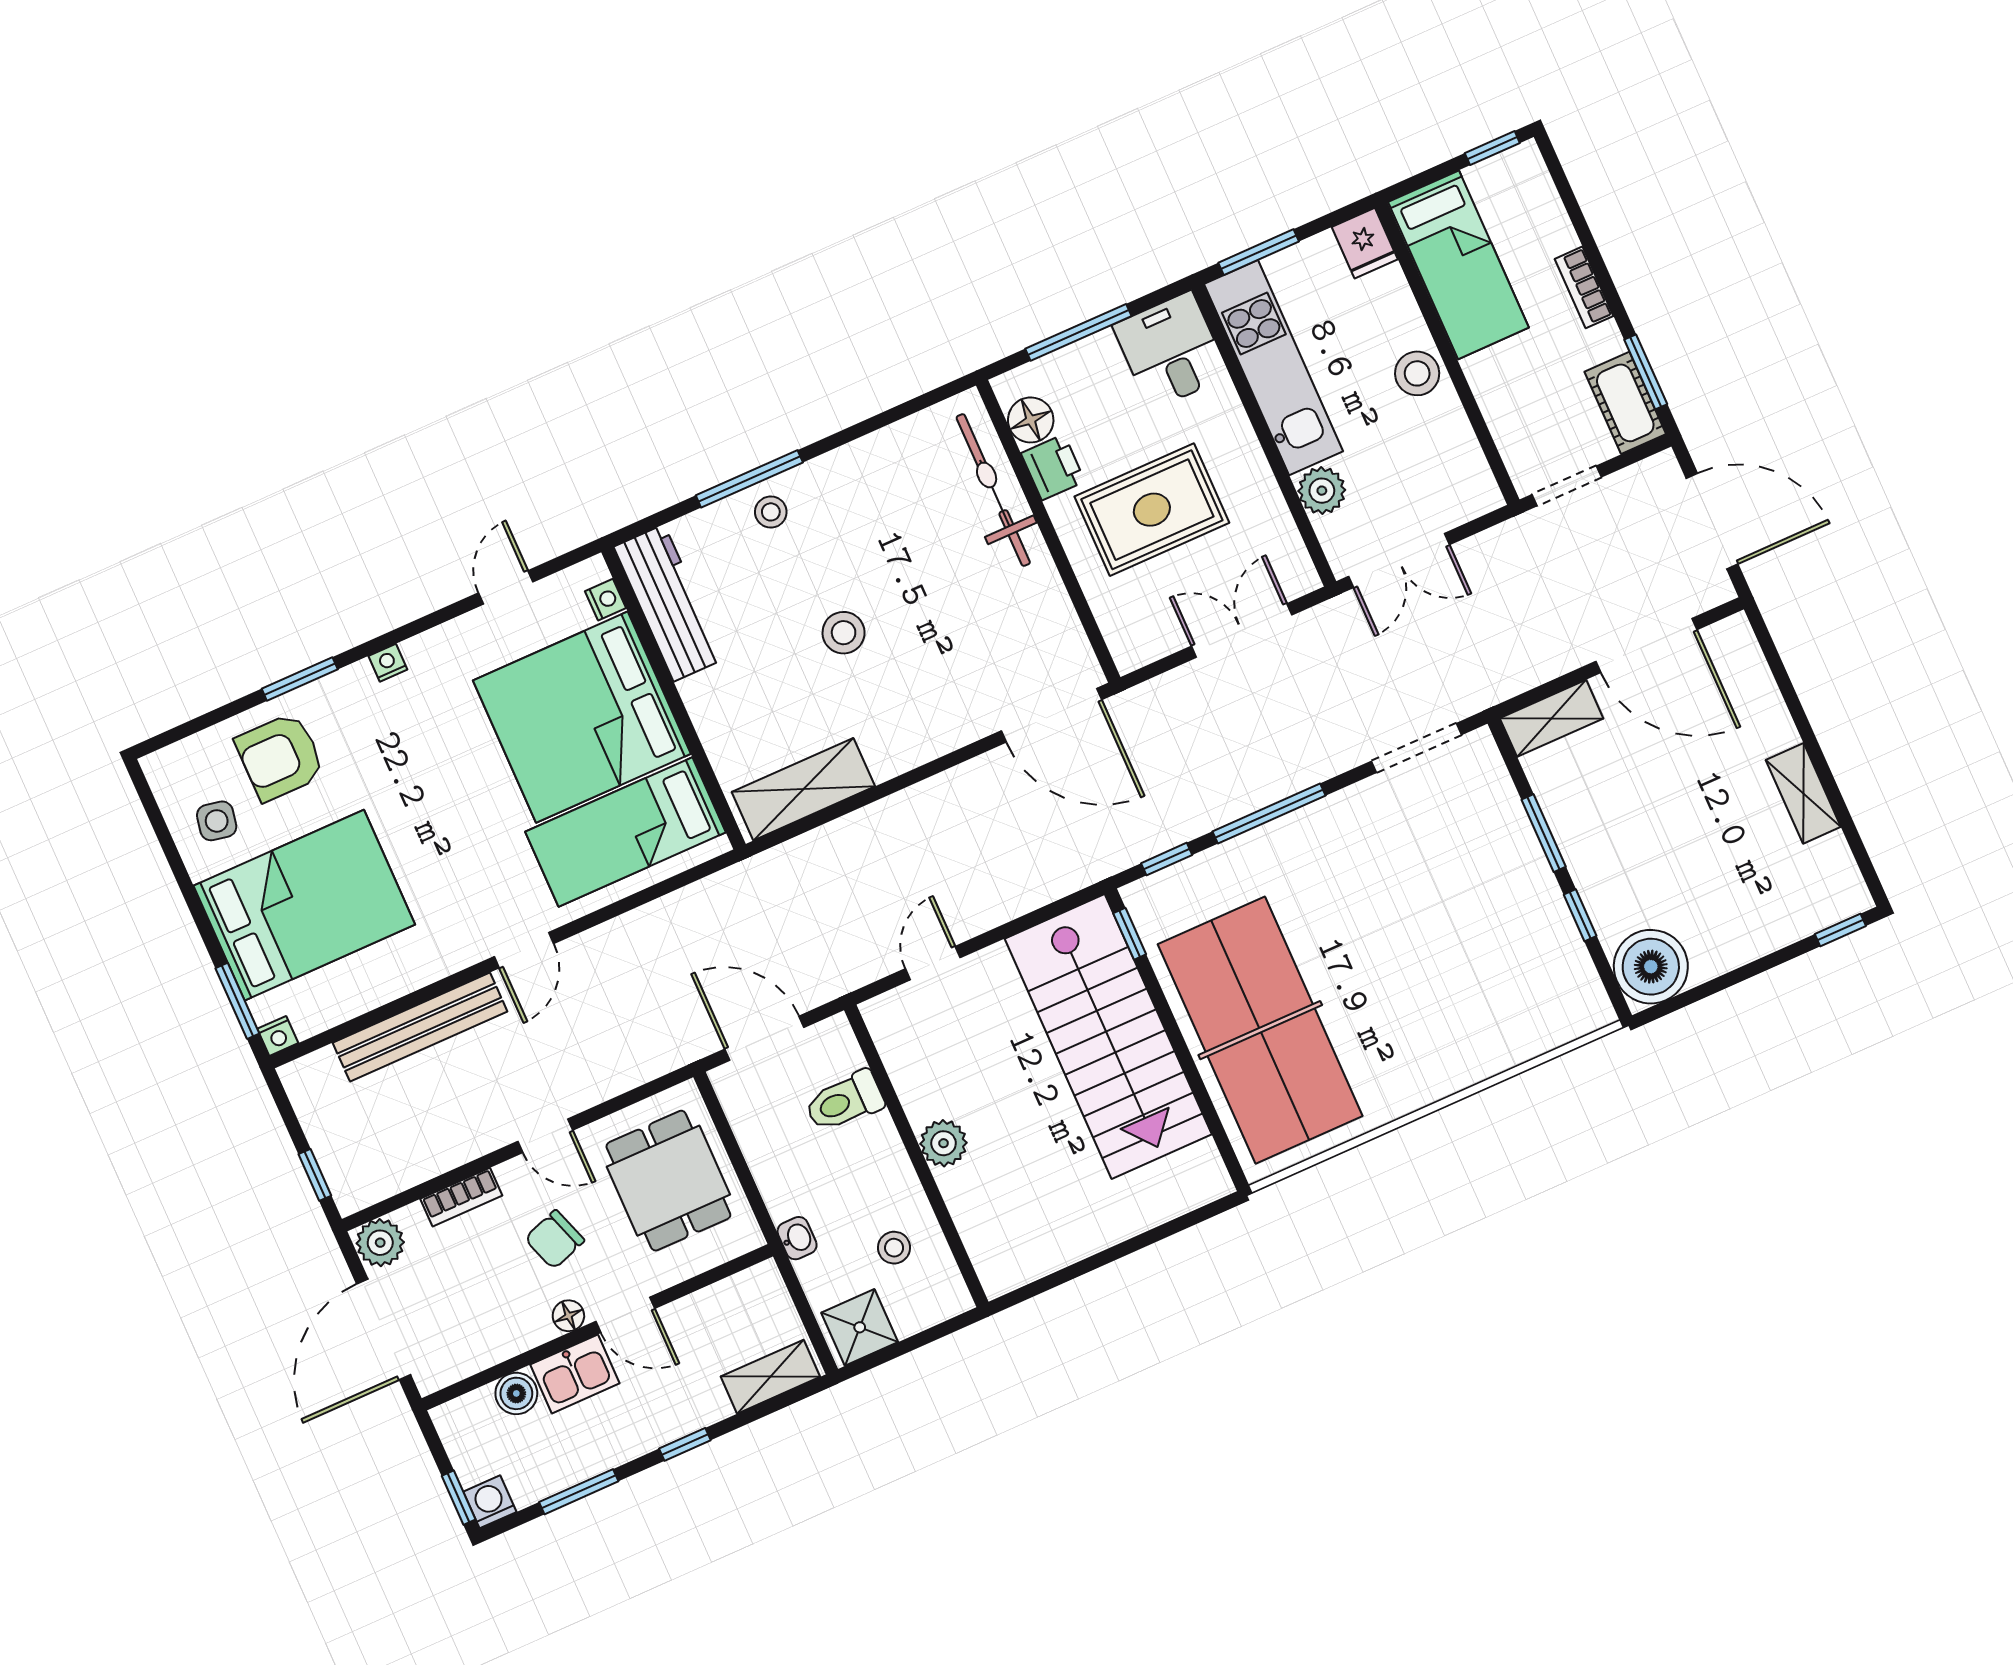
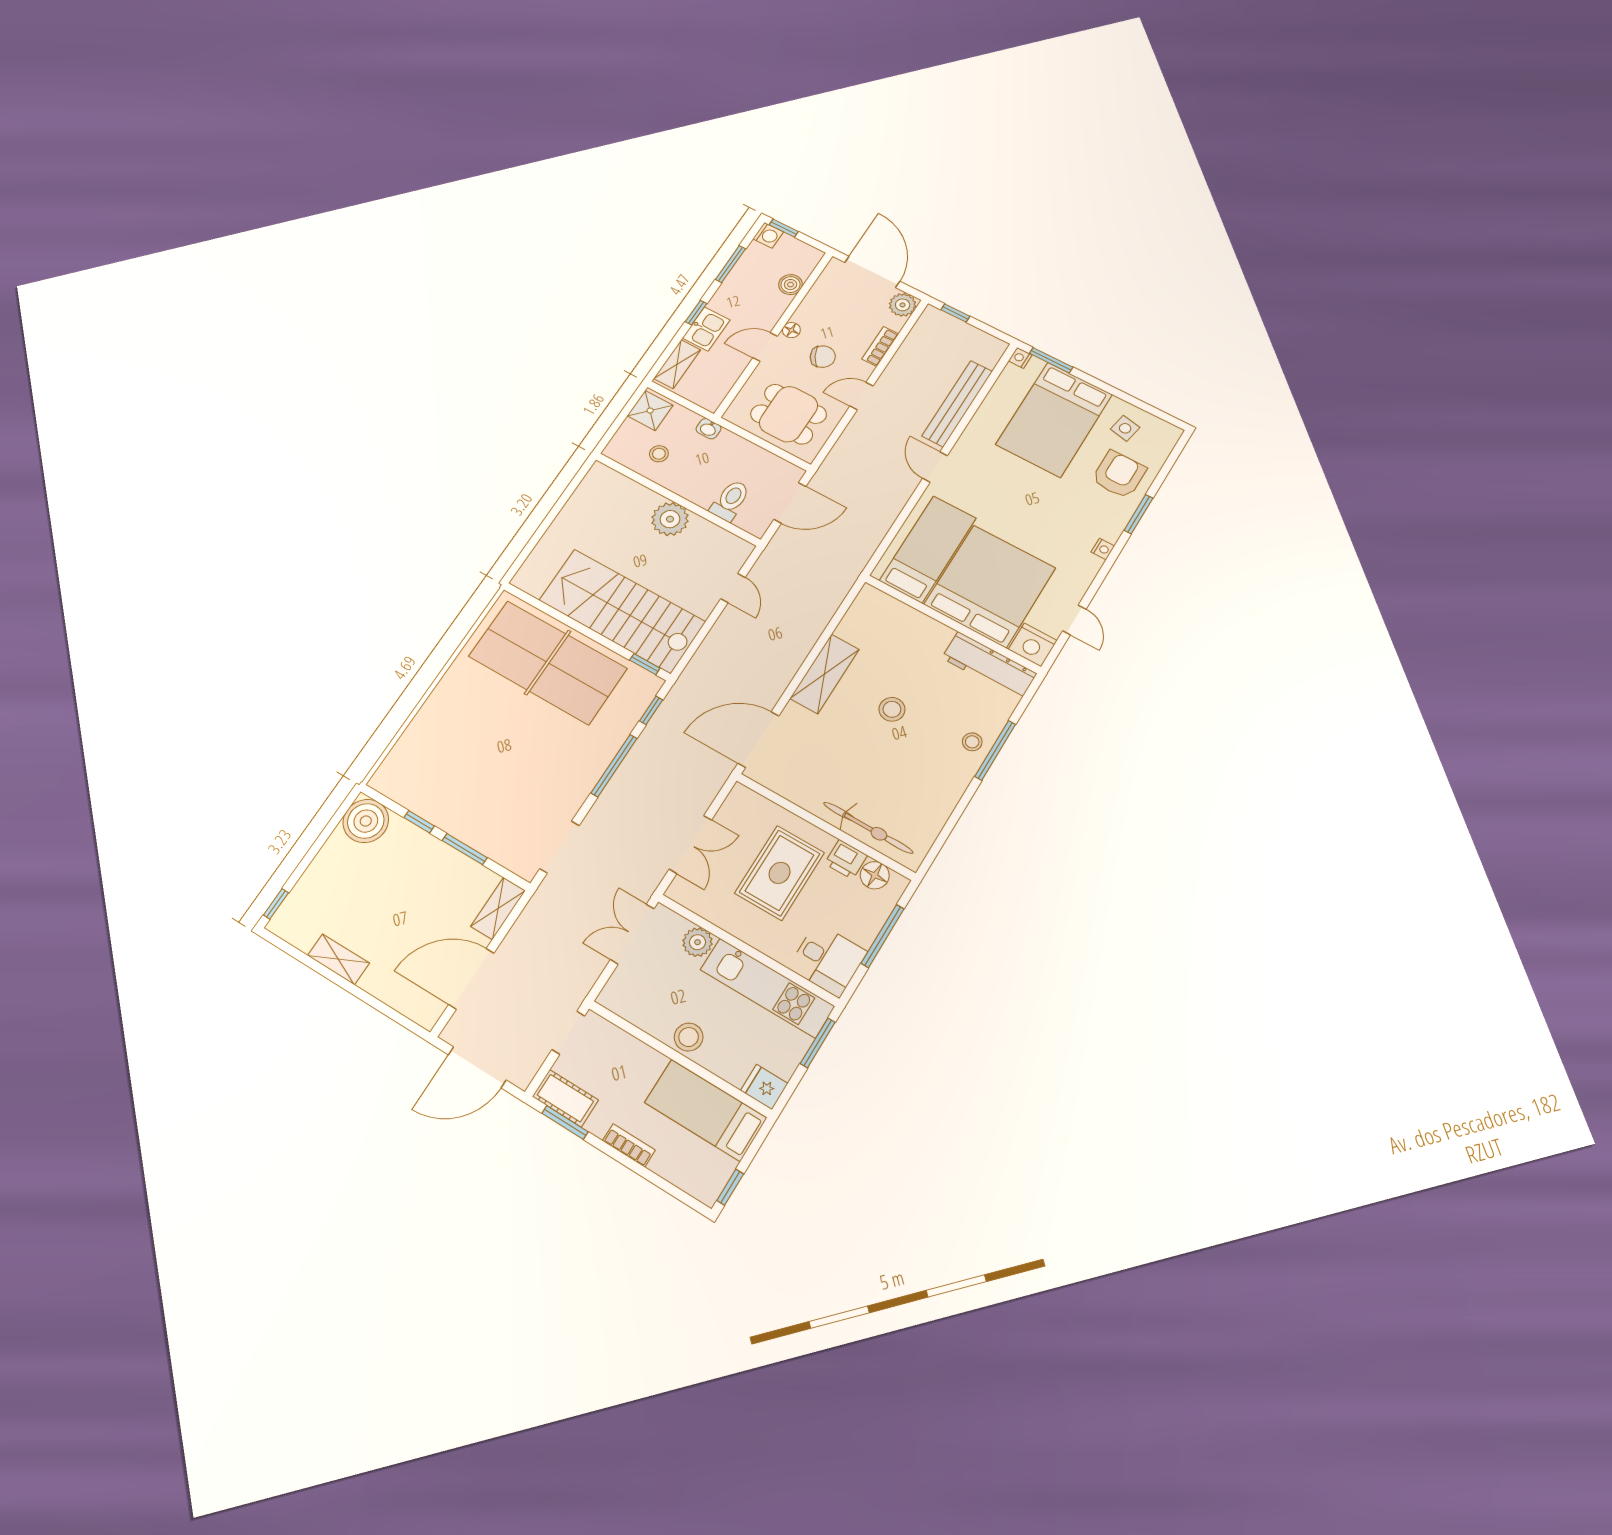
nightstand: (606, 600) -> (1033, 645), width x1.89, depth x1.79
shelving: (803, 789) -> (825, 674), moved
plant: (944, 1143) -> (670, 519), width x1.36, depth x1.36
chair: (555, 1240) -> (823, 357), turned 80
kitchen sink: (575, 1374) -> (706, 329), moved, turned 180

